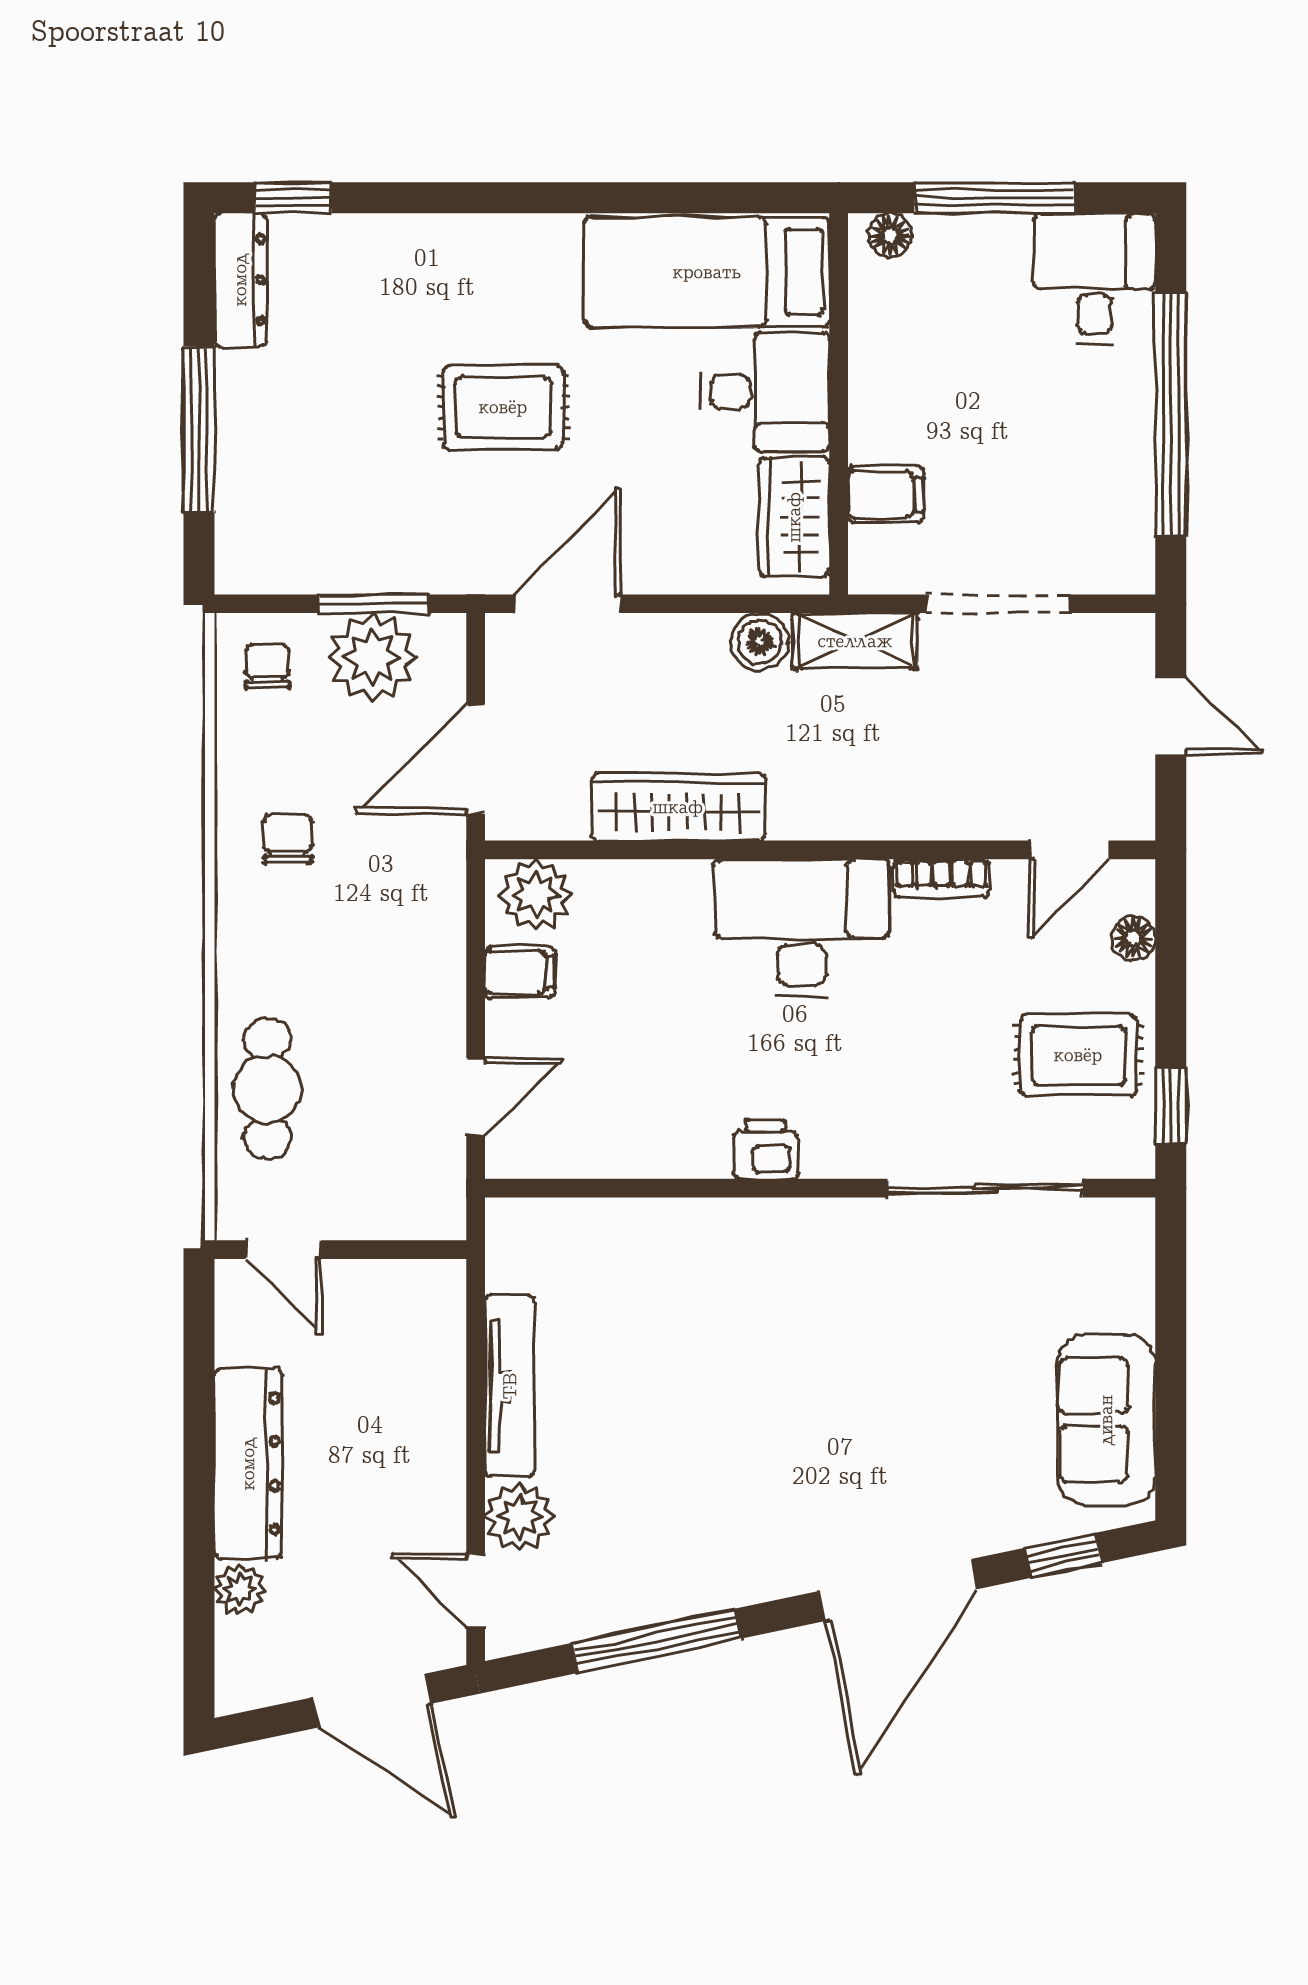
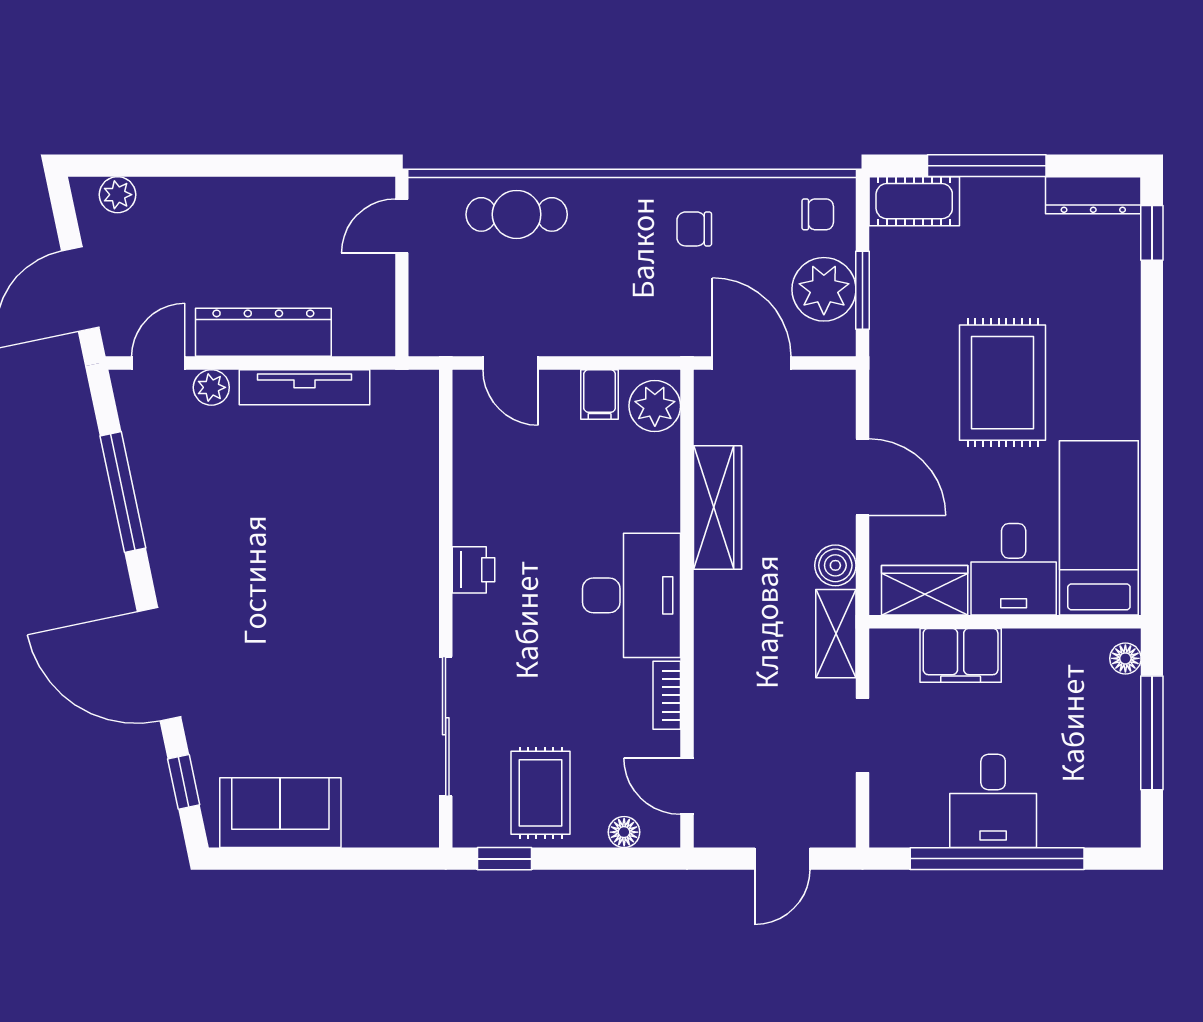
desk: (1095, 279) -> (993, 801), moved, turned 90
rug: (503, 407) -> (1003, 383), width x1.36, depth x1.43
filing cabinet: (886, 495) -> (961, 655), width x2.00
cot: (249, 531) -> (914, 201), added
door: (567, 604) -> (862, 477), moved
doorway: (998, 604) -> (862, 735), width x0.73
chair: (288, 840) -> (694, 229), turned 180
dresser: (248, 1464) -> (263, 332), moved, turned 180
plant: (519, 1517) -> (211, 387), width x0.73, depth x0.73
plant: (240, 1589) -> (118, 195), moved

